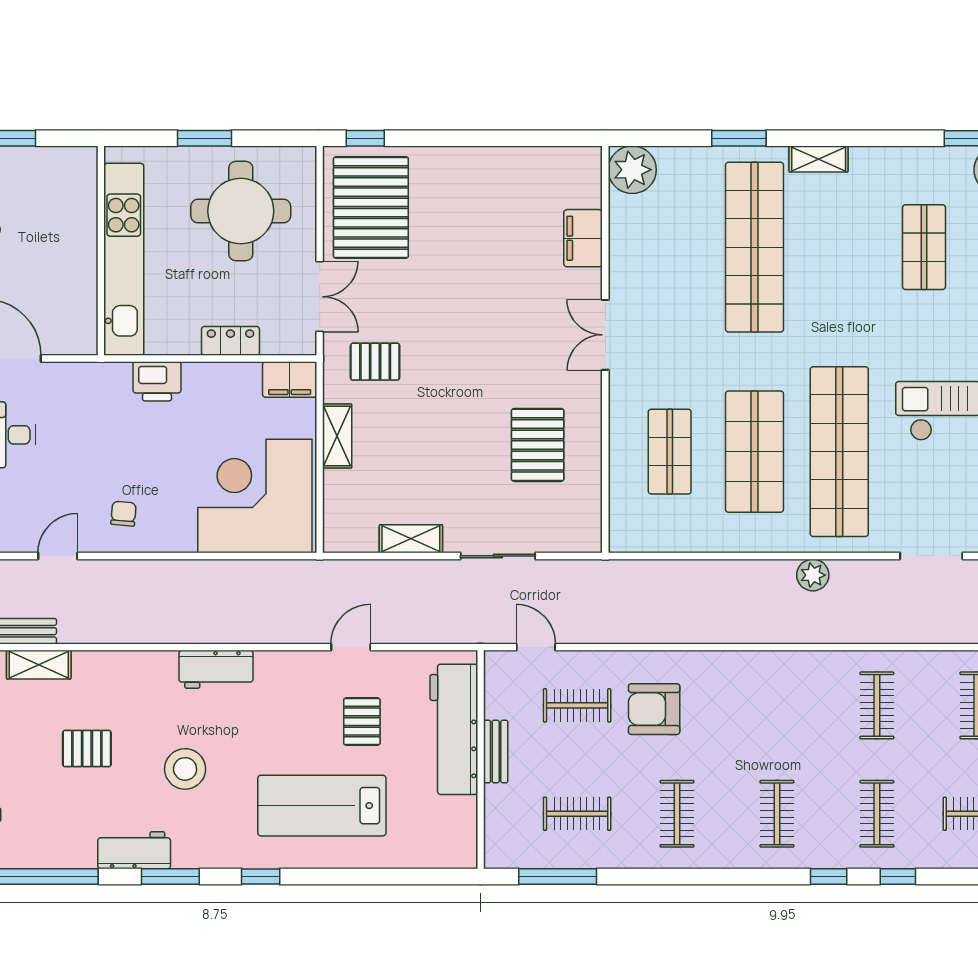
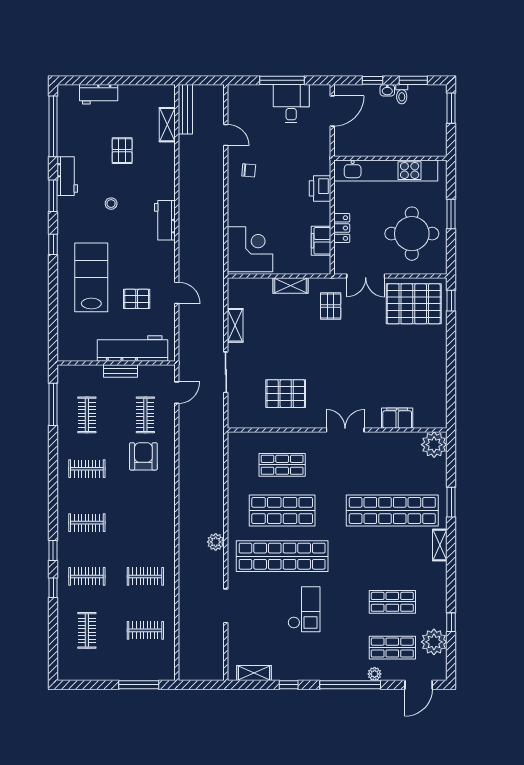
filing cabinet: (290, 379) -> (321, 241), moved
corner desk: (255, 496) -> (250, 249), width x0.74, depth x0.74
stool: (185, 769) -> (111, 204), width x0.53, depth x0.53

